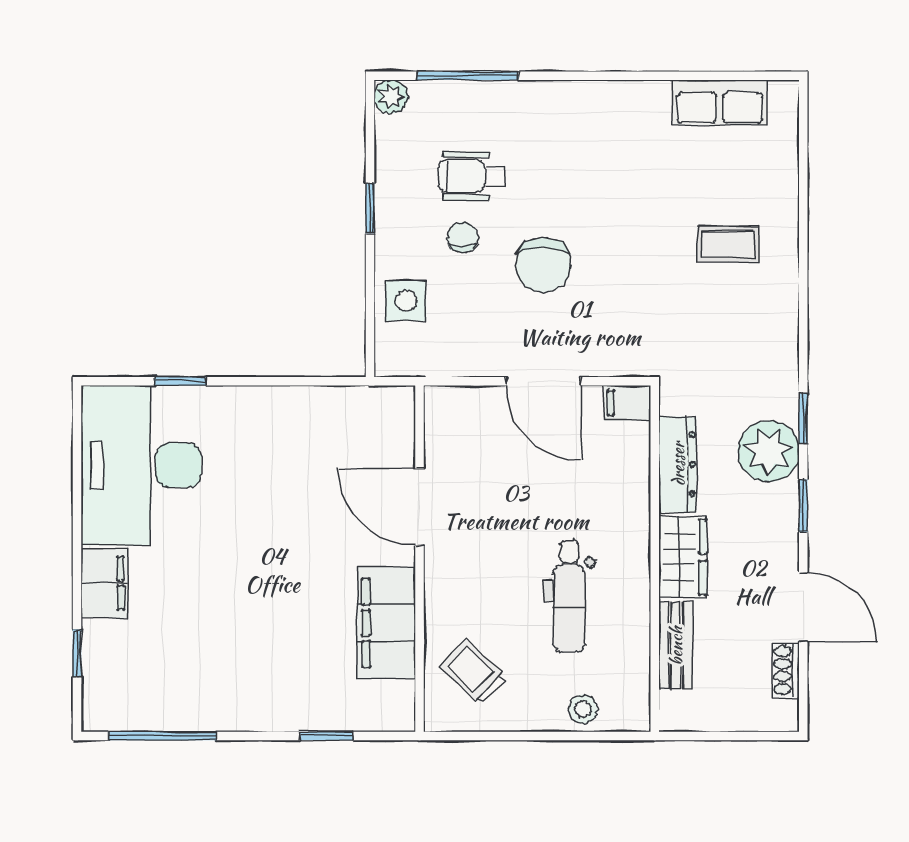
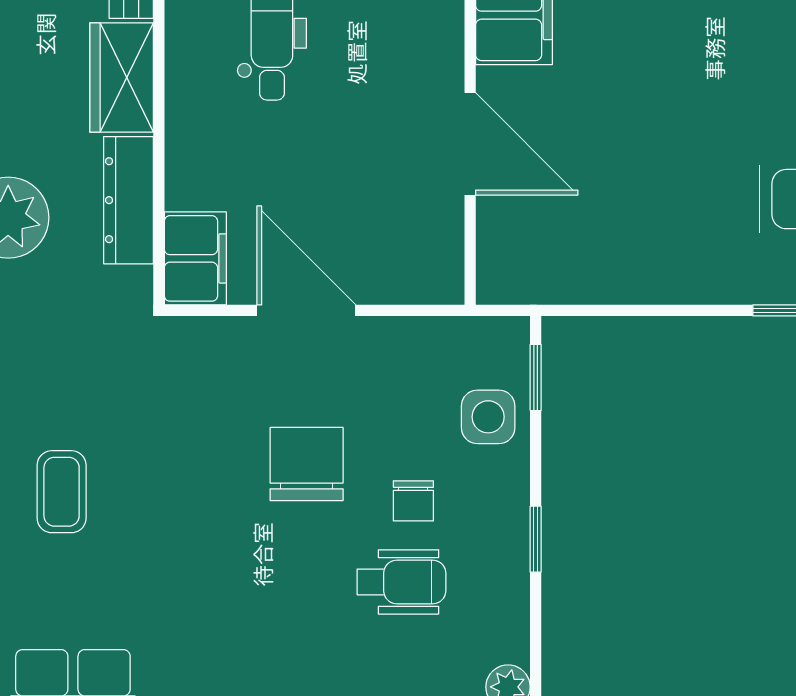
coffee table: (728, 244) -> (62, 492), turned 90
window: (370, 330) -> (536, 377), added
filing cabinet: (627, 403) -> (195, 258), width x2.00

